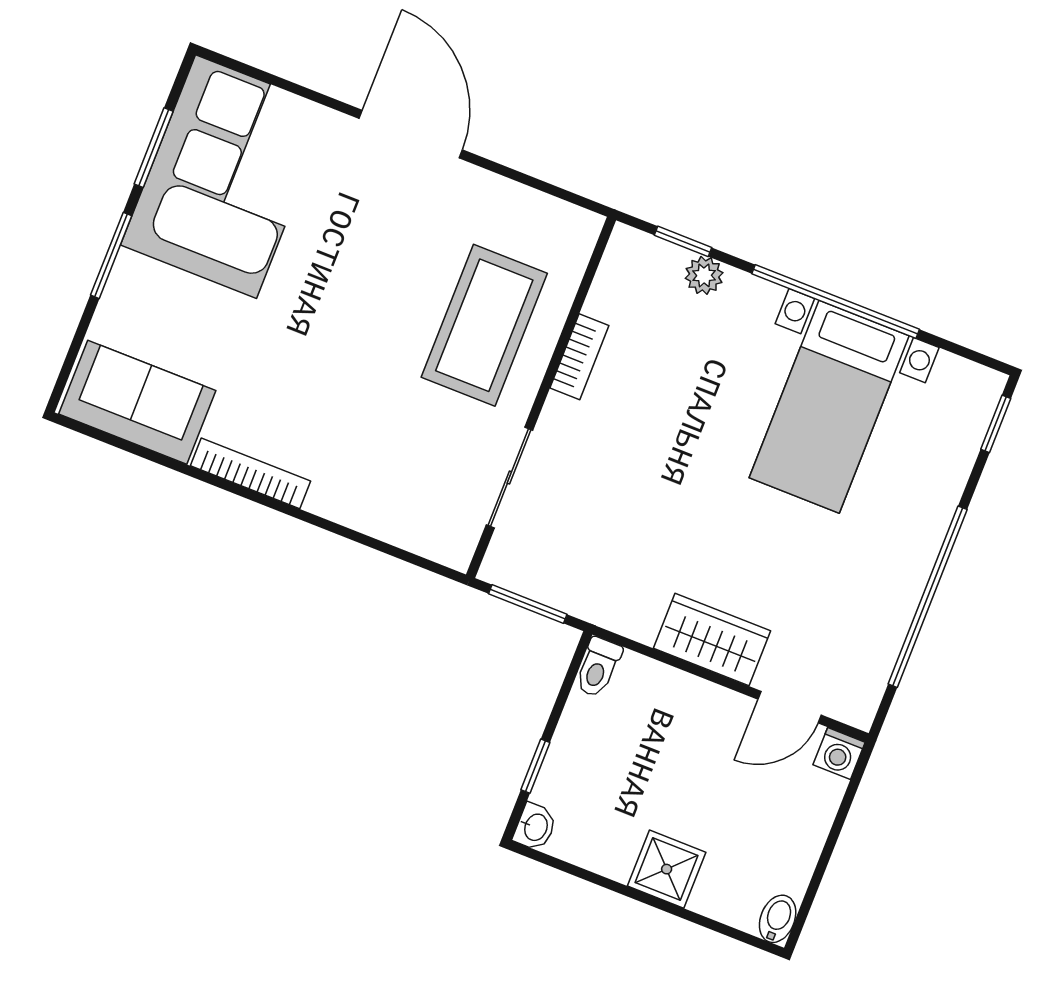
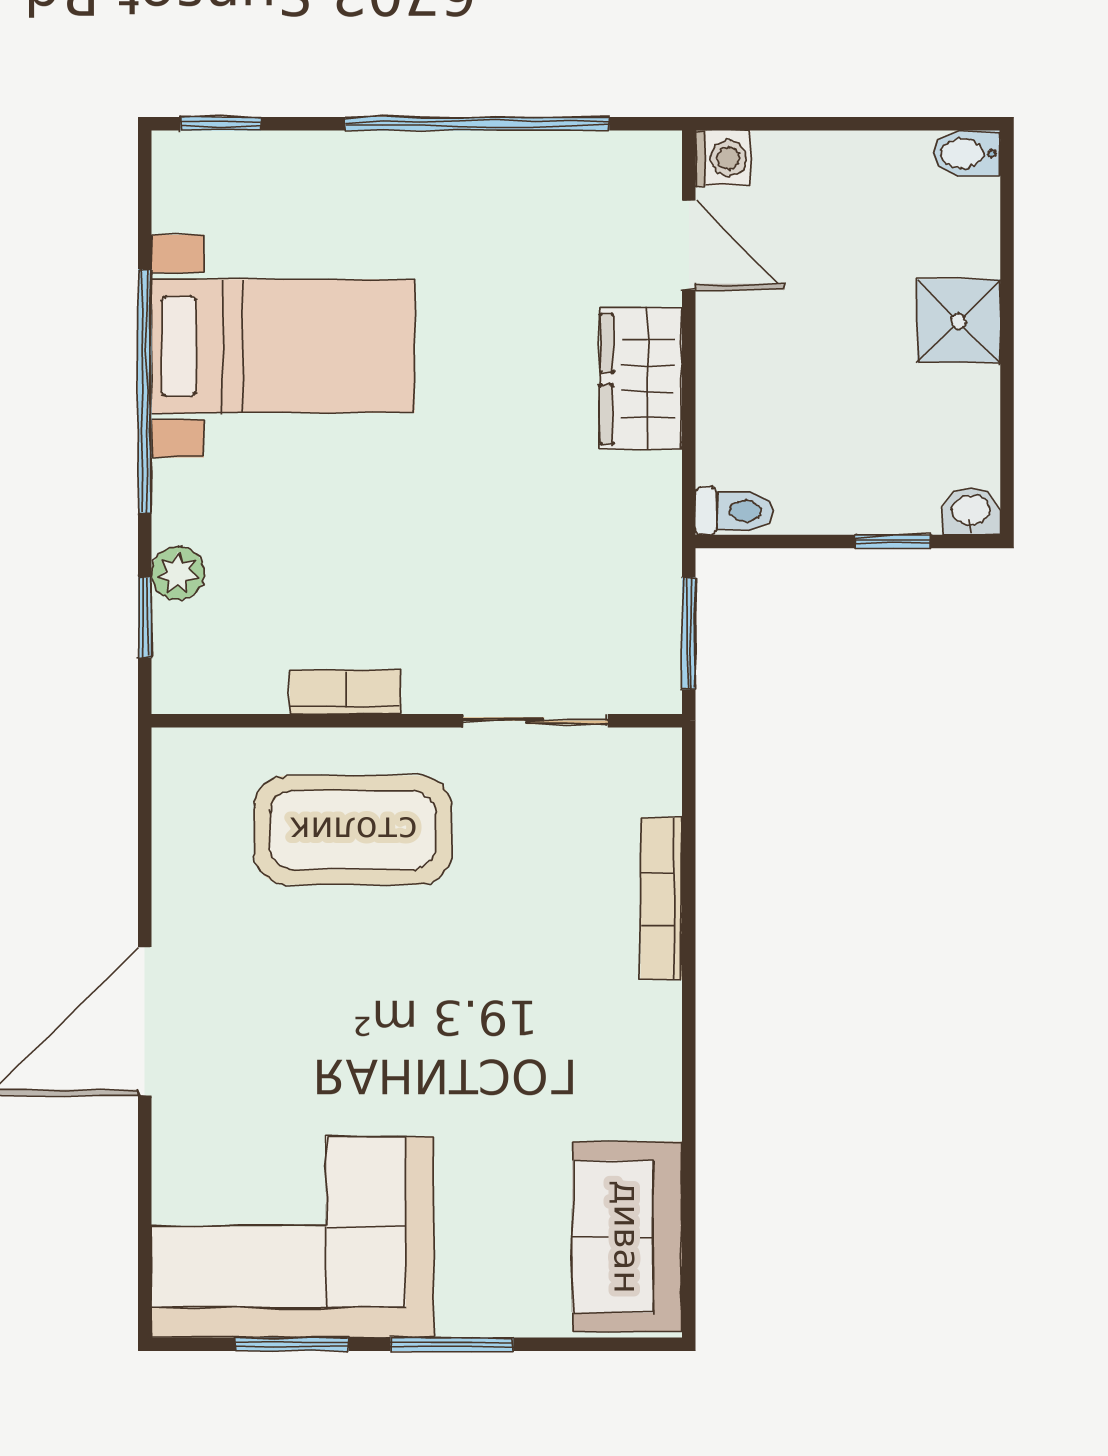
bookcase: (250, 473) -> (661, 898), moved

